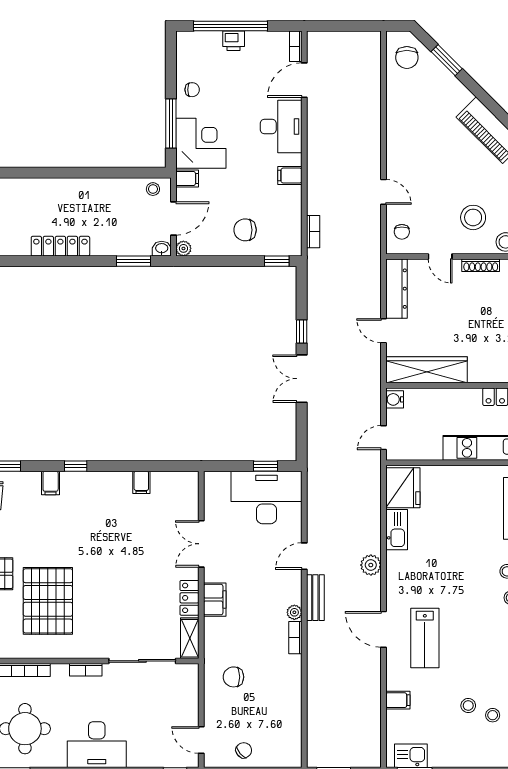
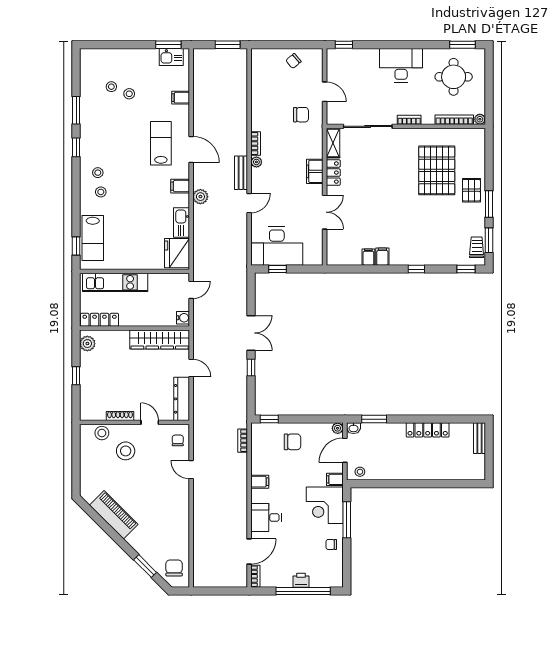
desk: (281, 127) -> (266, 517), width x0.73
filing cabinet: (51, 483) -> (382, 257), moved
filing cabinet: (399, 579) -> (180, 186), added
door: (201, 740) -> (325, 92), moved

